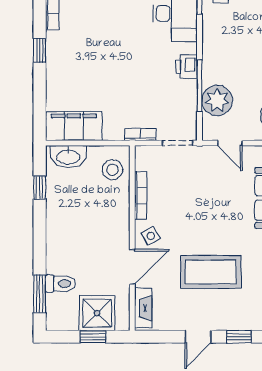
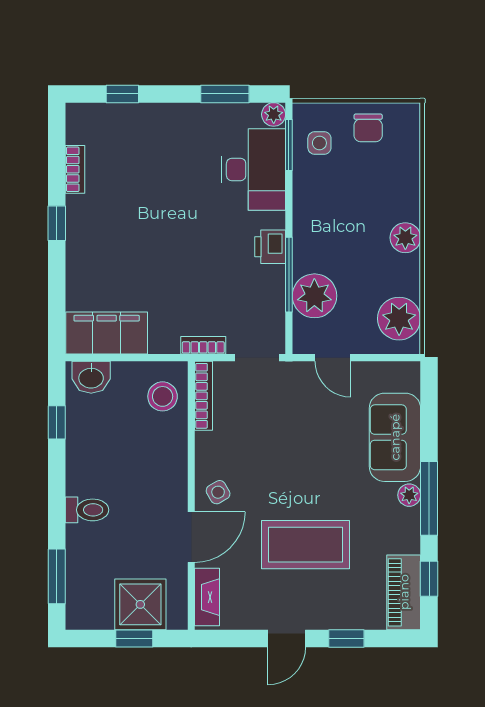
washbasin: (68, 157) -> (91, 377), width x0.72
bookcase: (141, 196) -> (204, 396), moved
toilet: (60, 284) -> (87, 510), moved

